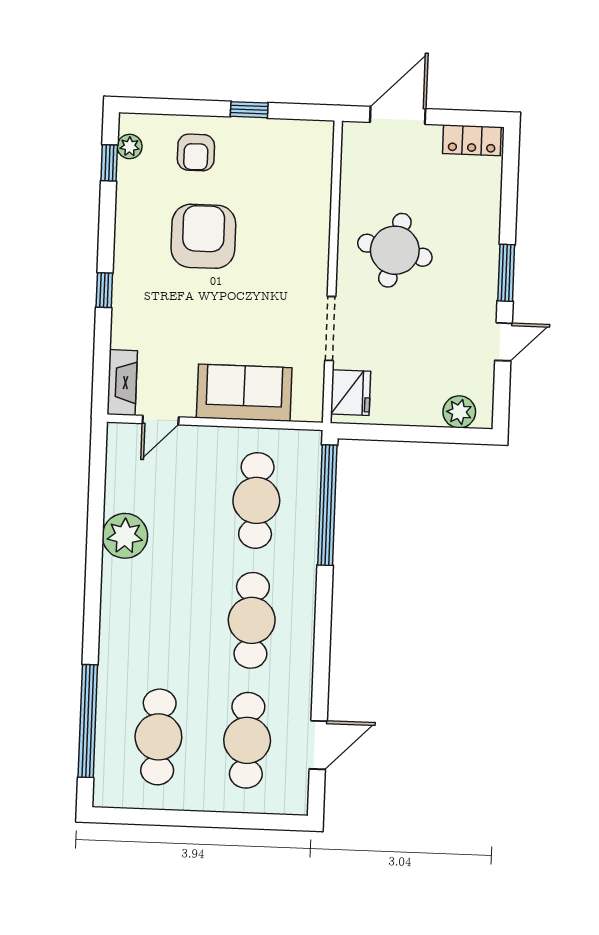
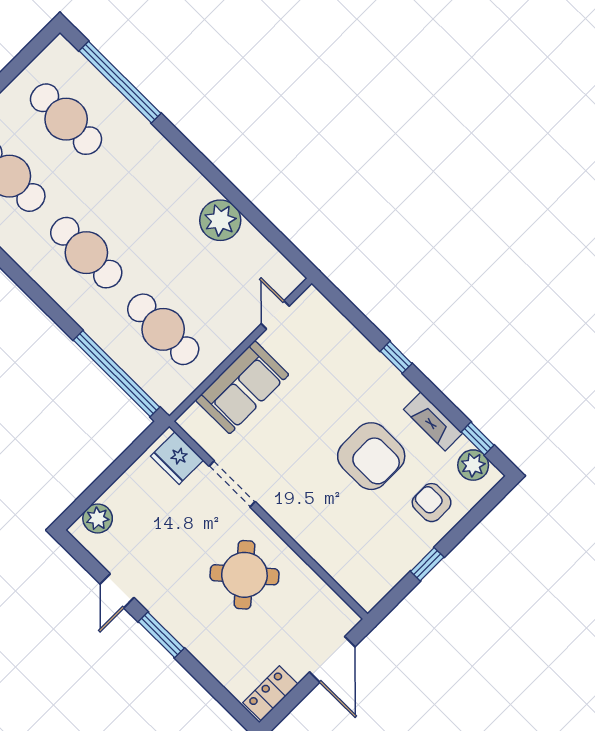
plant: (130, 146) -> (473, 465), width x1.38, depth x1.38
round table: (395, 250) -> (244, 575), turned 37
fireplace: (122, 383) -> (433, 421), moved

